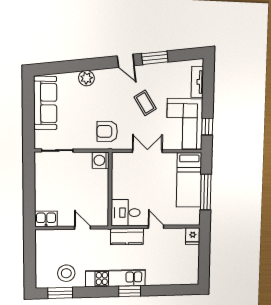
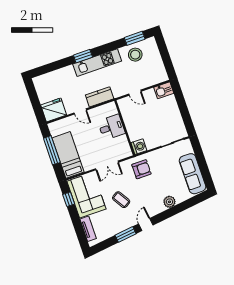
door: (126, 61) -> (146, 224), hinge flipped
desk: (126, 213) -> (111, 127), moved
fridge: (193, 236) -> (54, 110), width x1.88, depth x1.34

